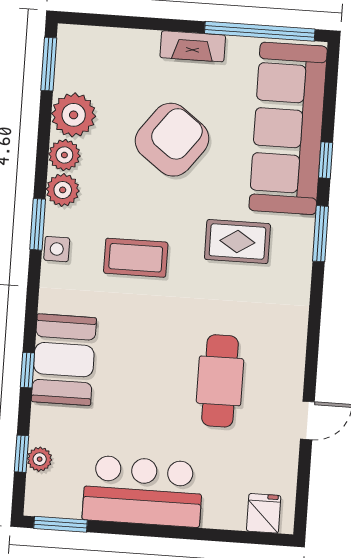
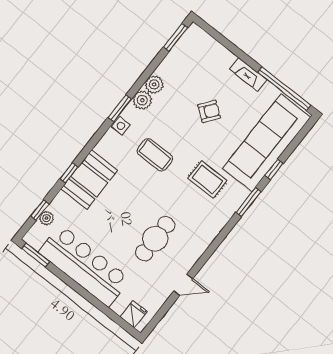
plant: (74, 115) -> (171, 69), removed
armchair: (172, 140) -> (209, 111), width x0.53, depth x0.53
bar counter: (143, 491) -> (84, 266), width x1.36

